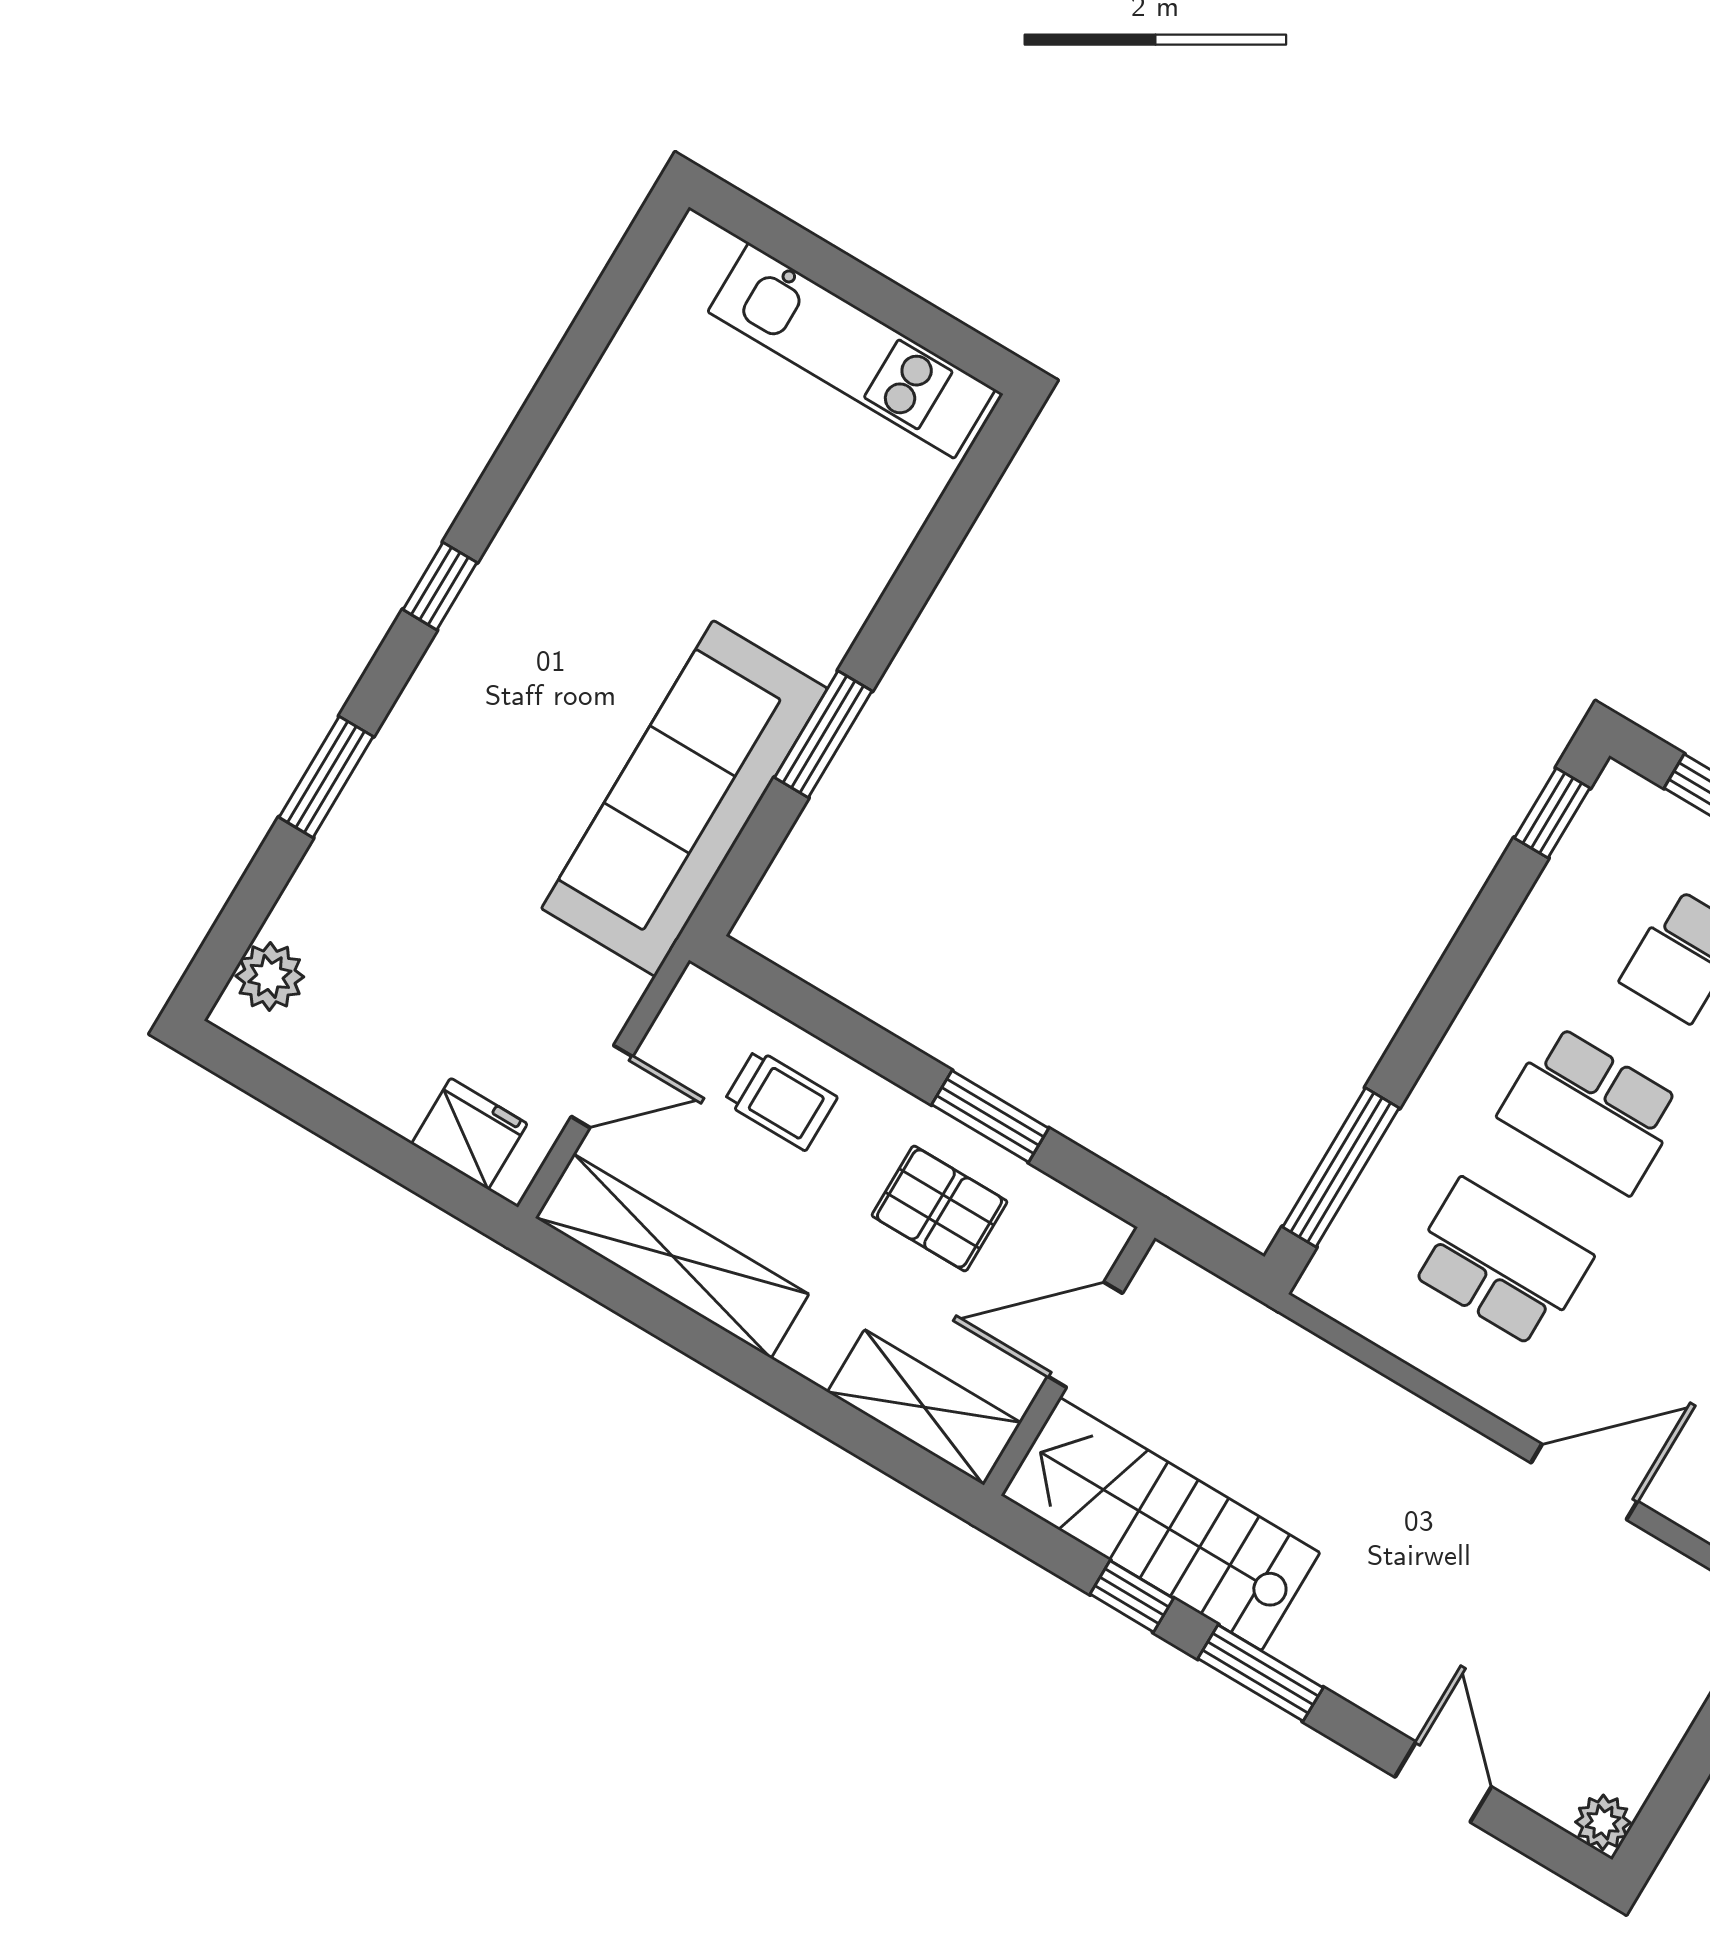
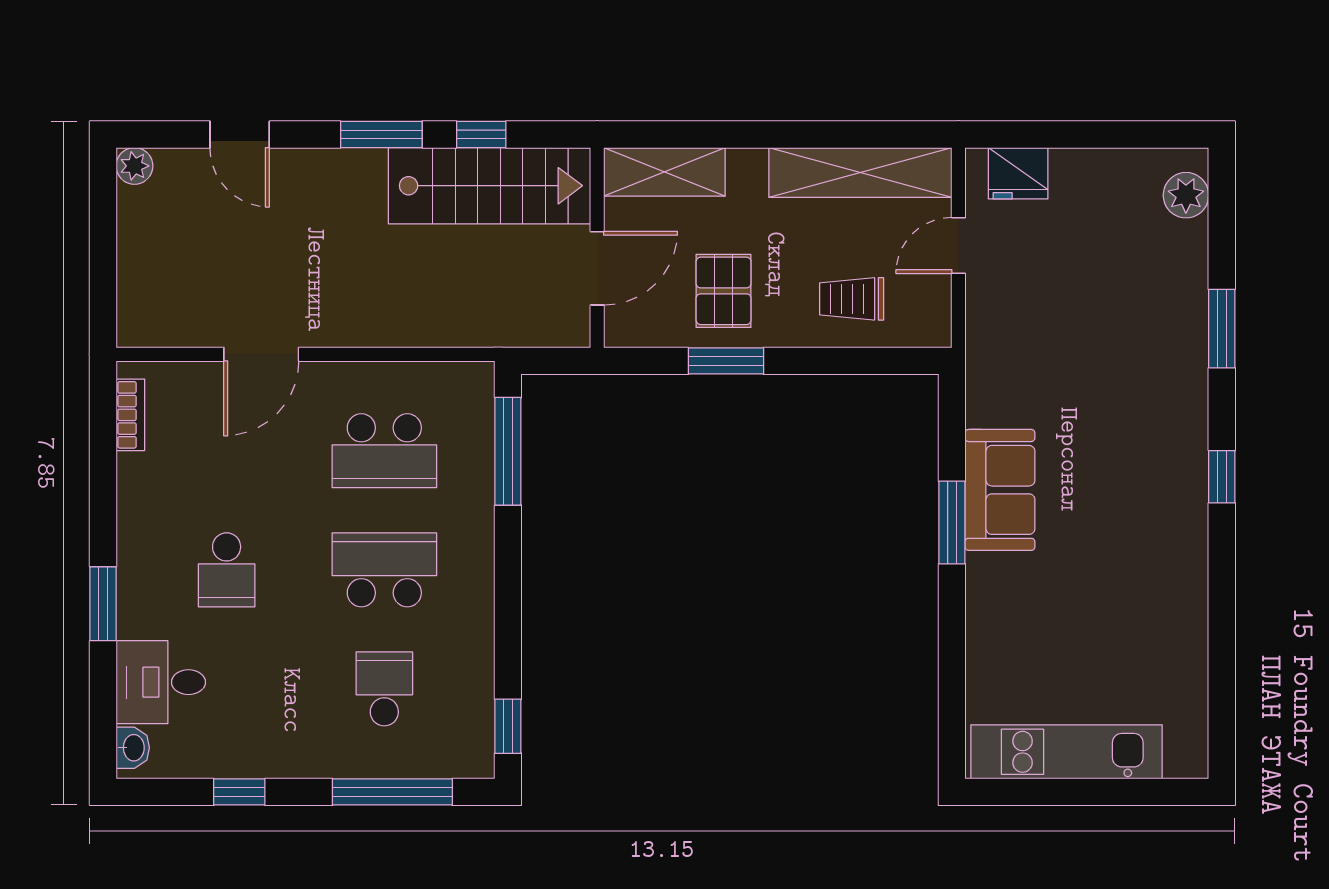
sofa: (684, 799) -> (1000, 490), width x0.54, depth x0.79
pallet: (940, 1209) -> (724, 291), turned 90

